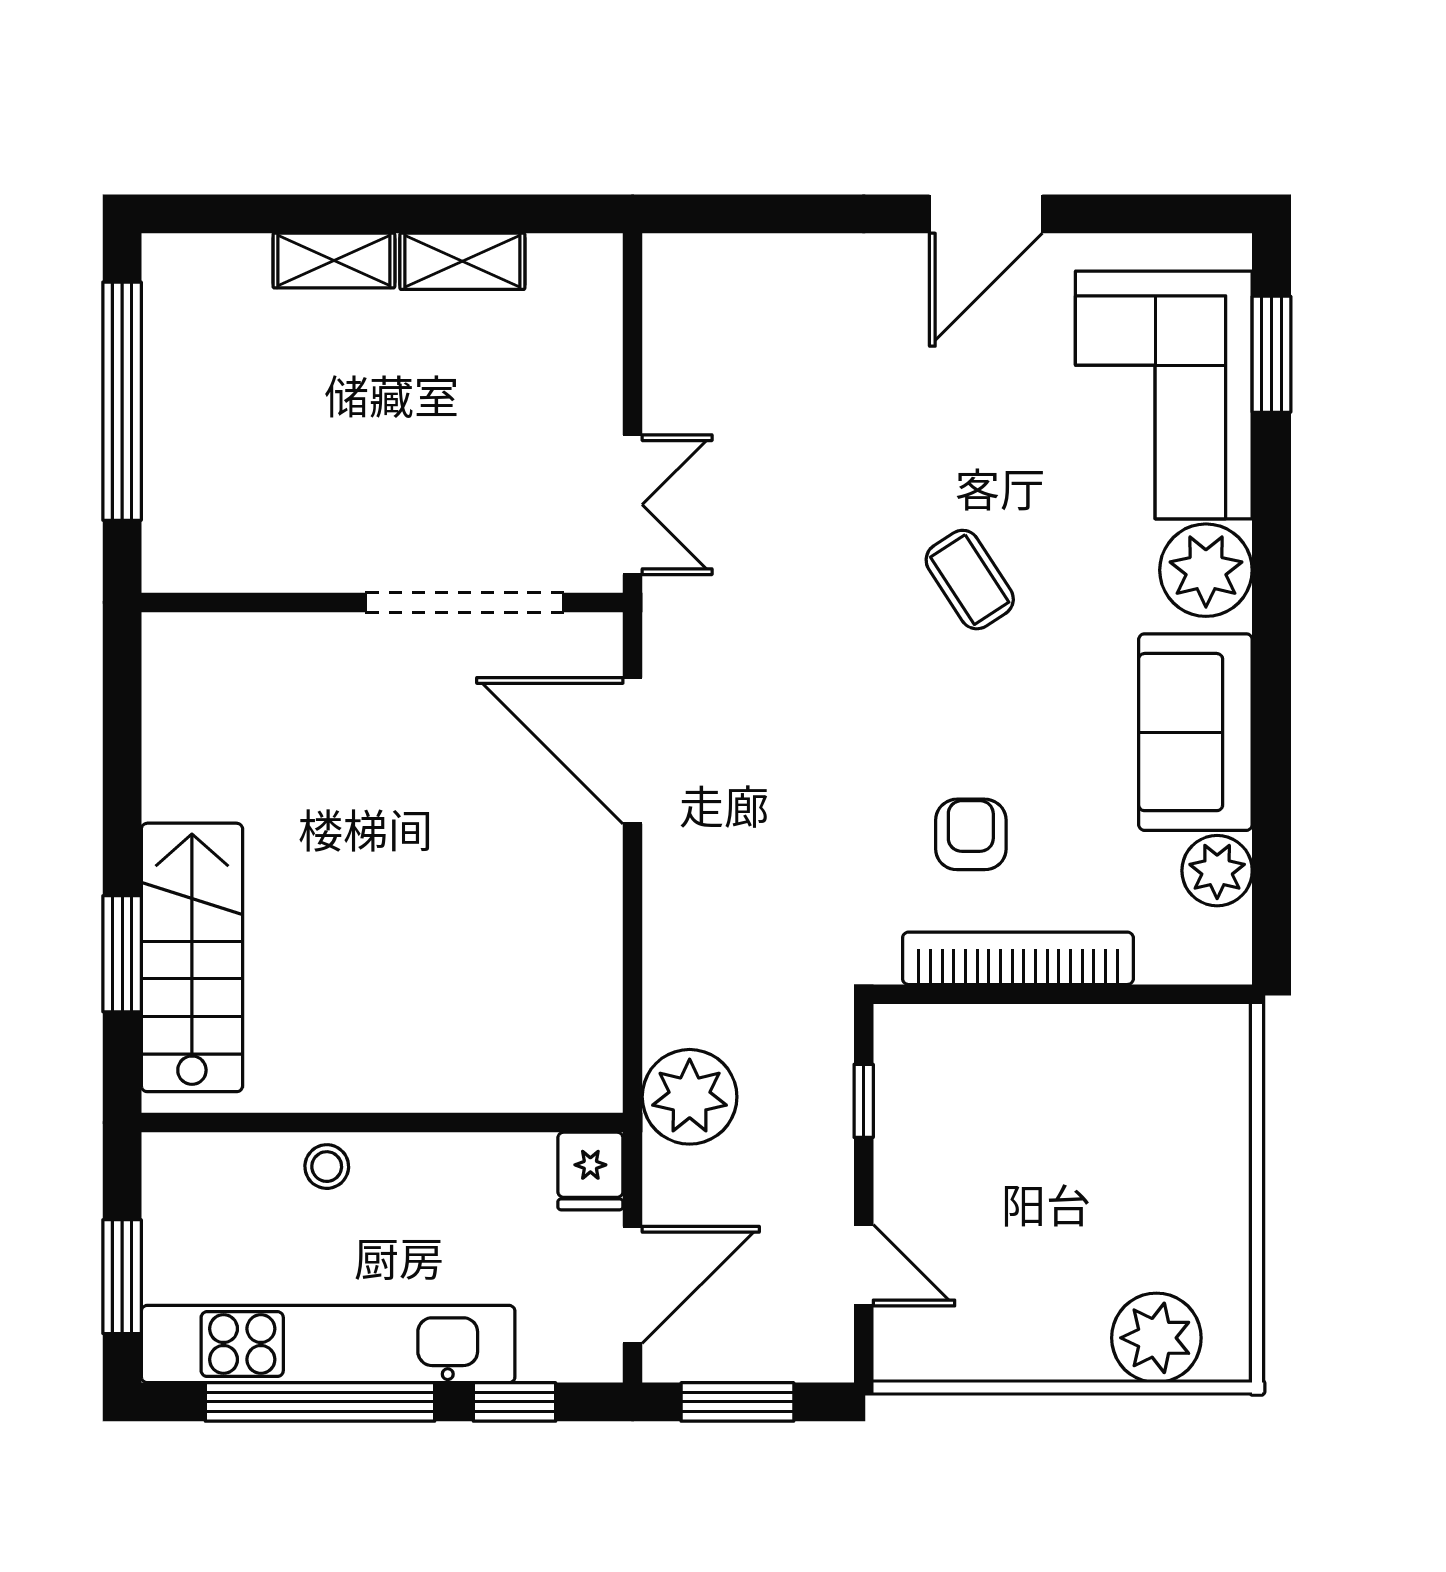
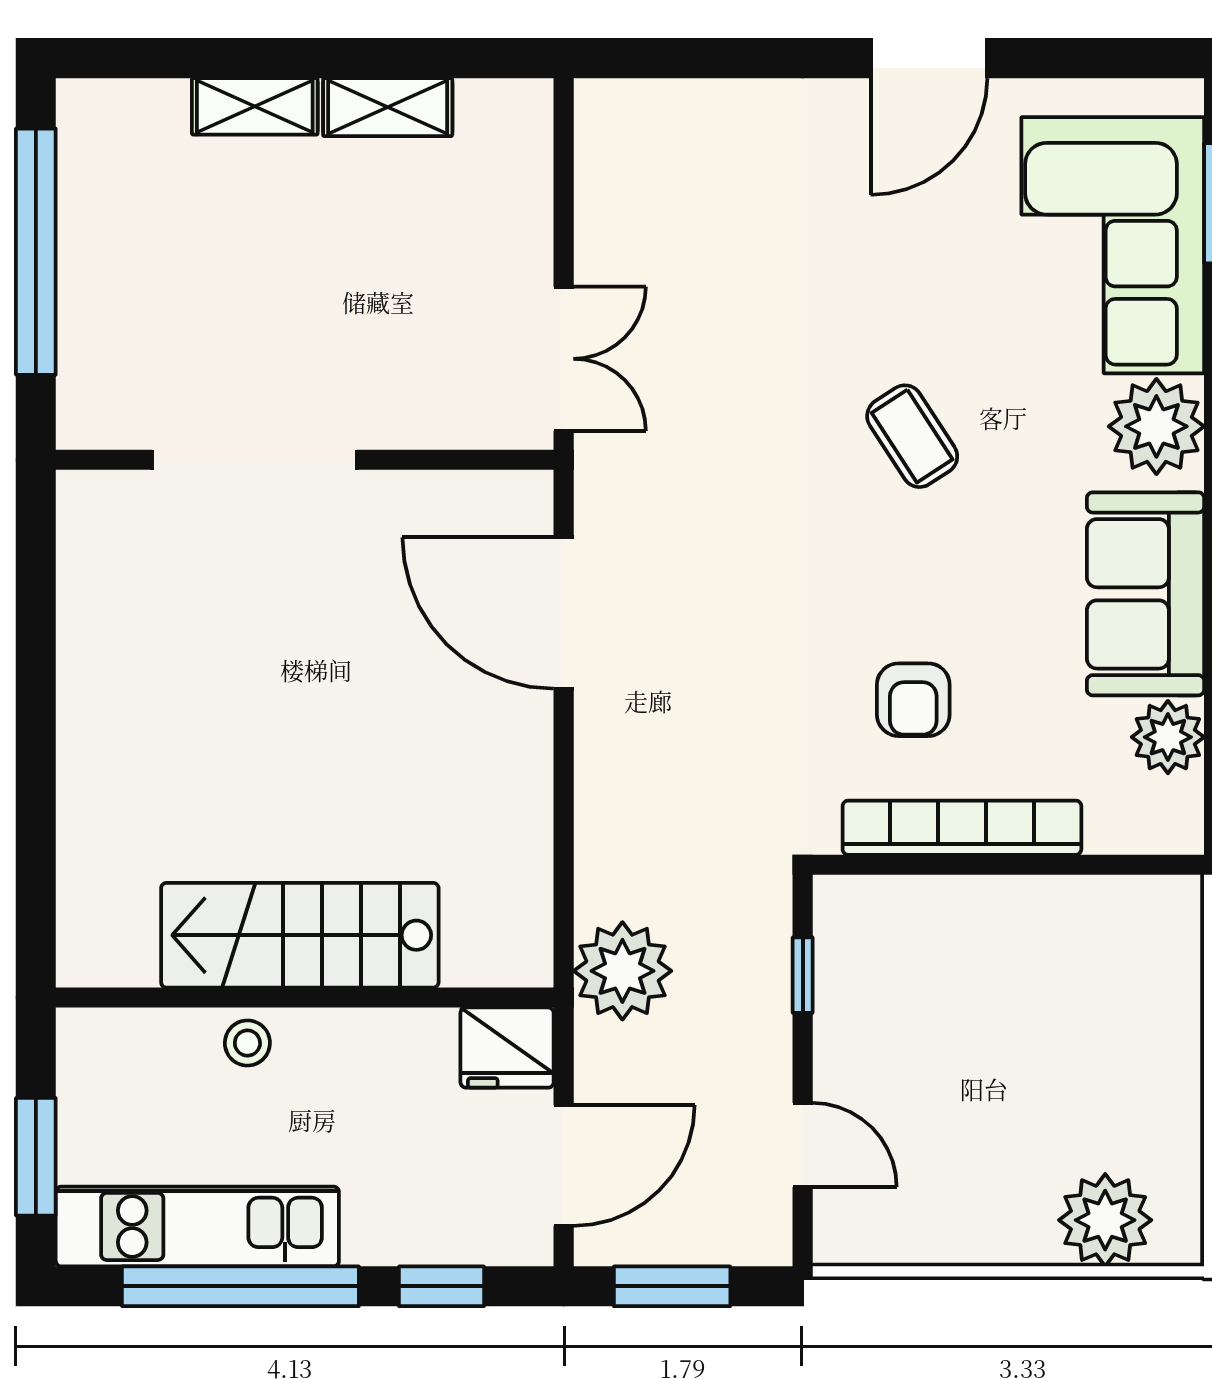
doorway: (465, 602) -> (254, 460), moved
armchair: (971, 834) -> (913, 700), turned 180
window: (122, 954) -> (36, 823), removed
stairs: (192, 957) -> (300, 935), moved, turned -90
fridge: (590, 1171) -> (507, 1048), width x1.38
kitchen unit: (328, 1344) -> (197, 1226), width x0.73

